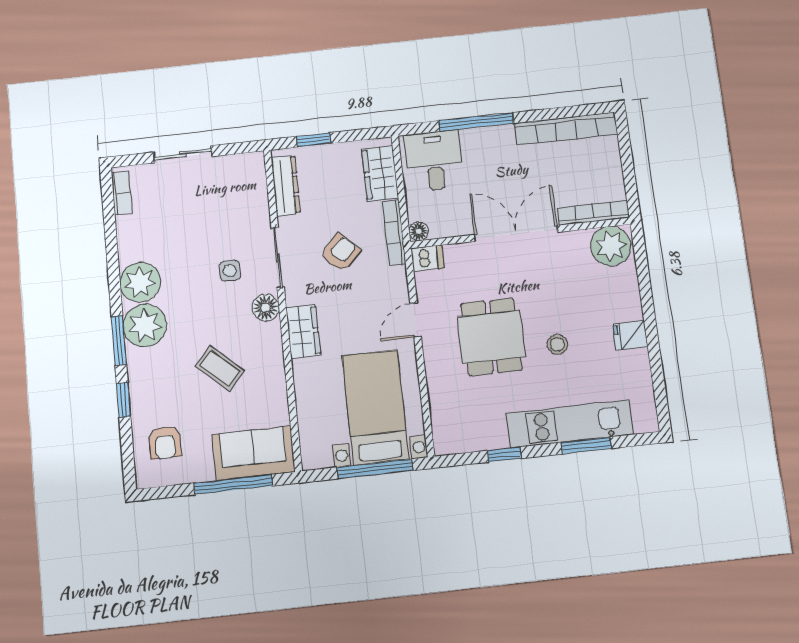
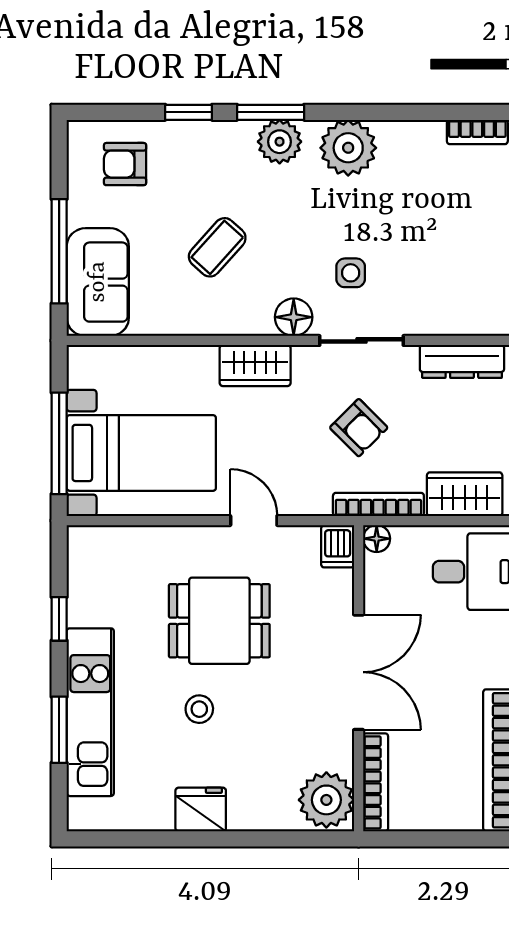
plant: (145, 325) -> (280, 142), width x0.73, depth x0.73
fridge: (630, 335) -> (201, 809), width x1.38

